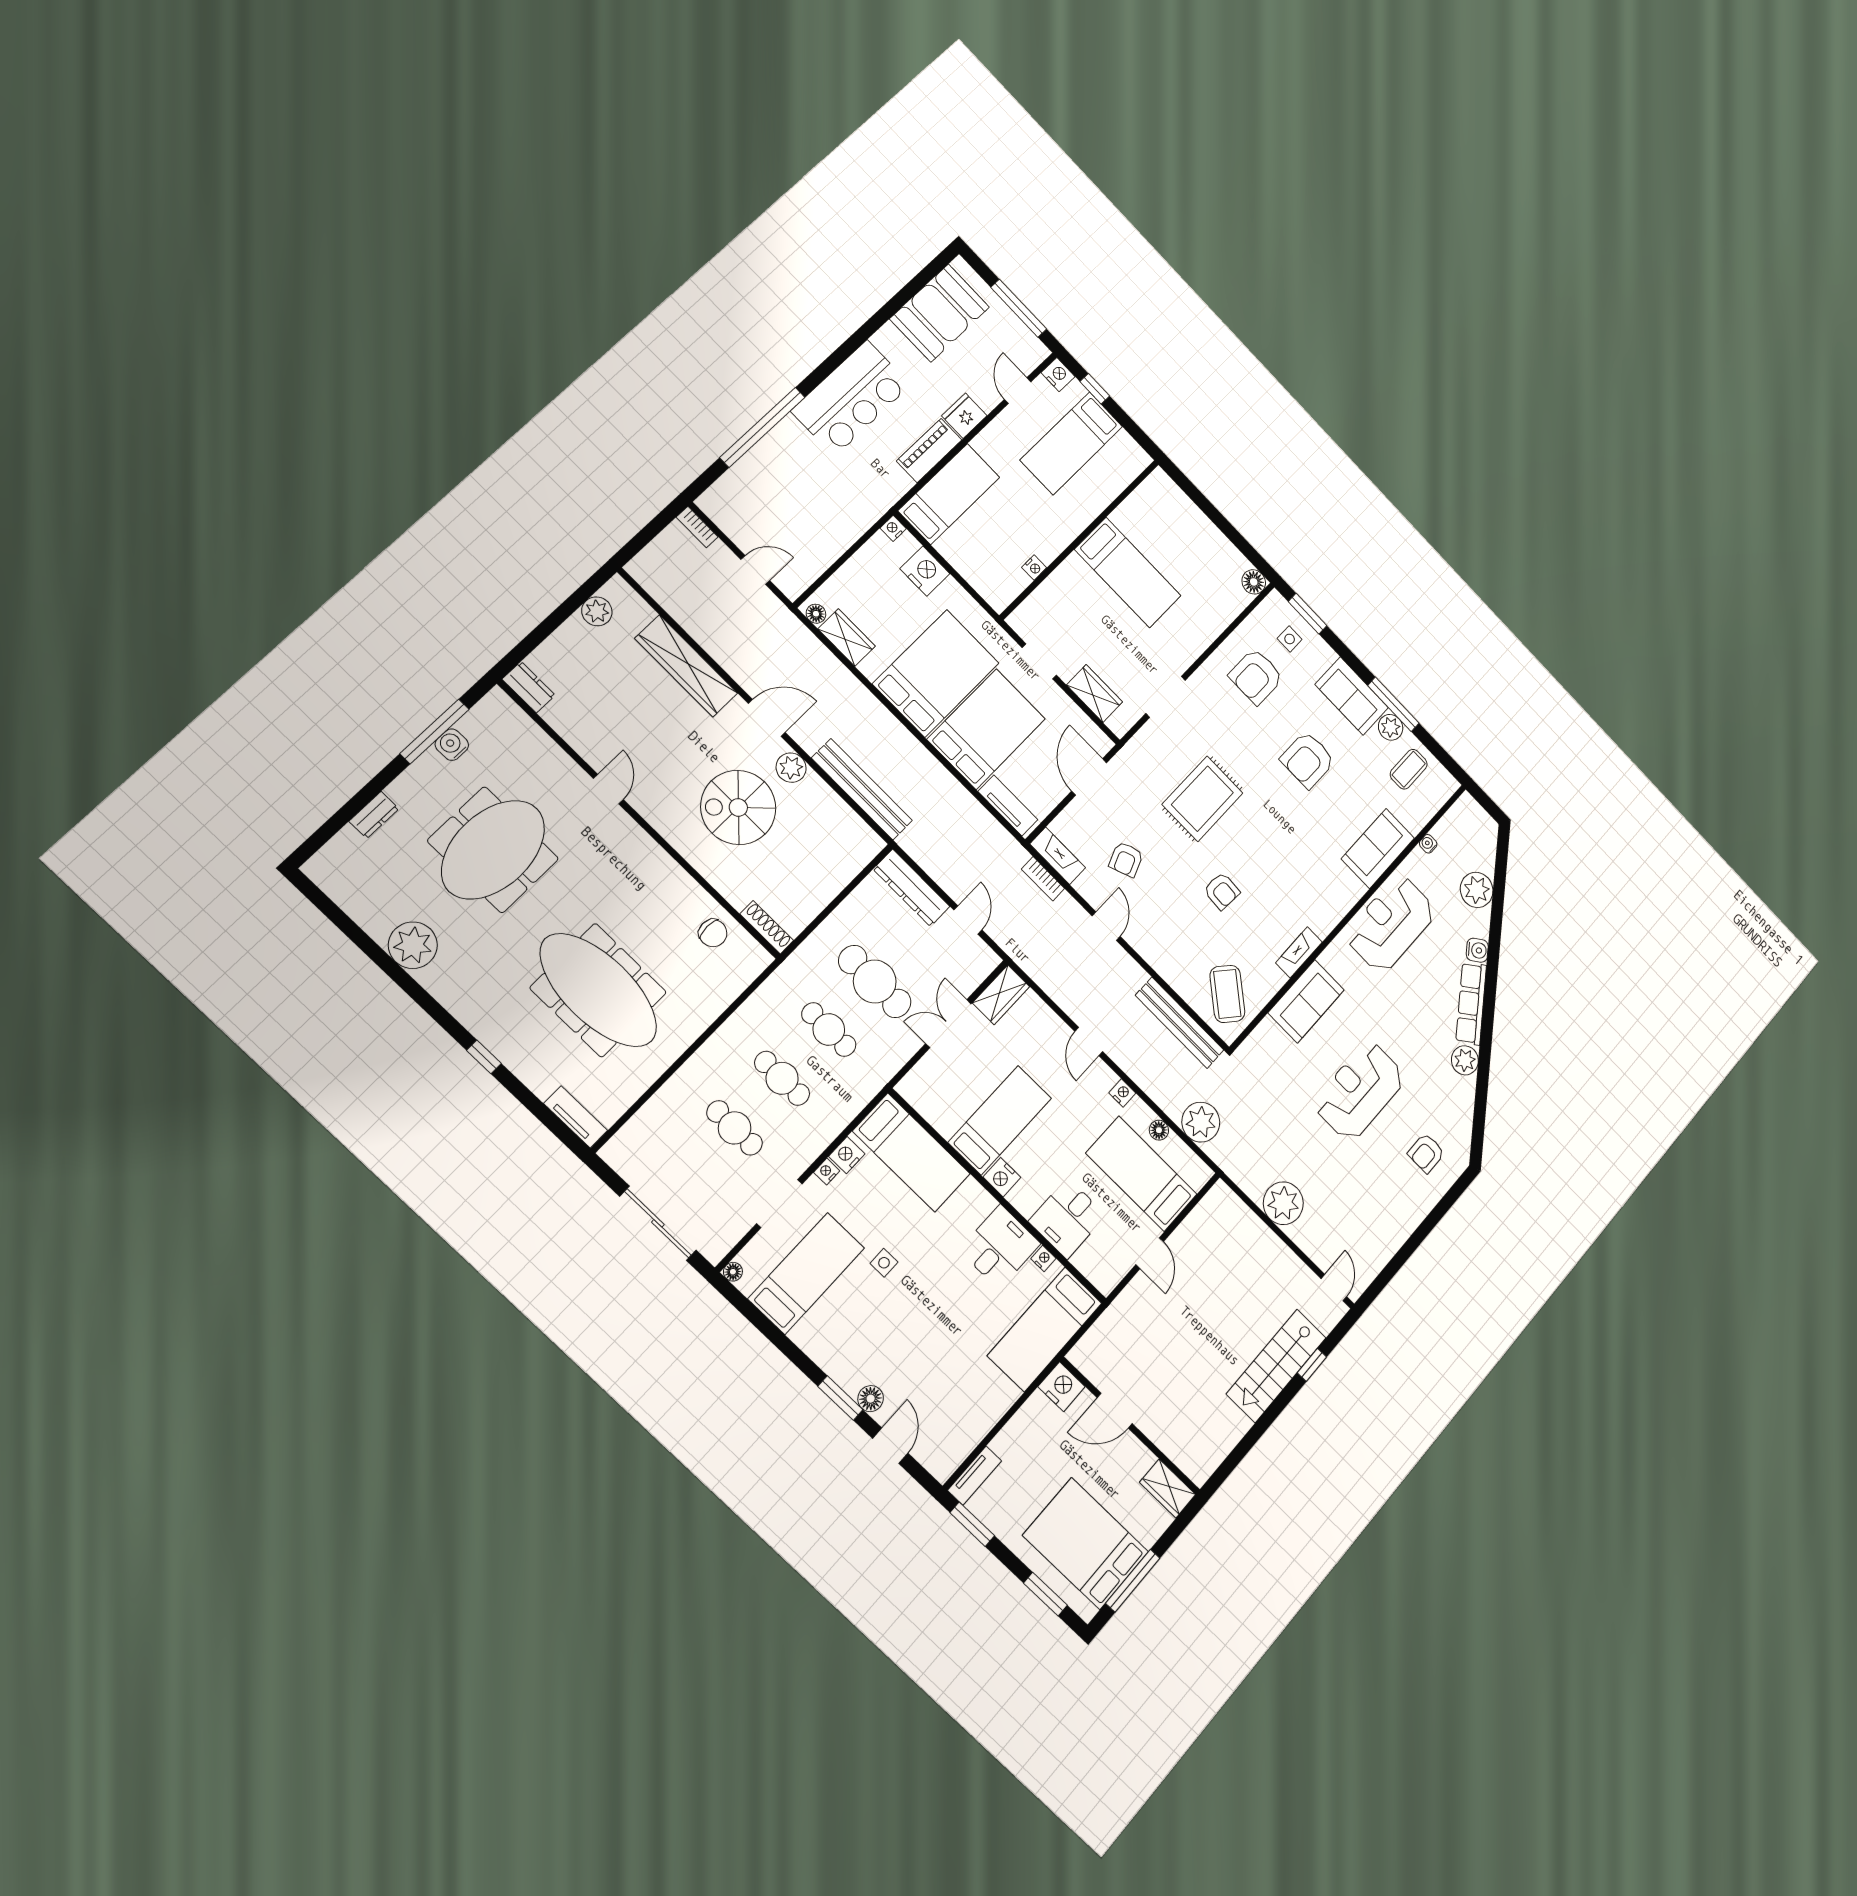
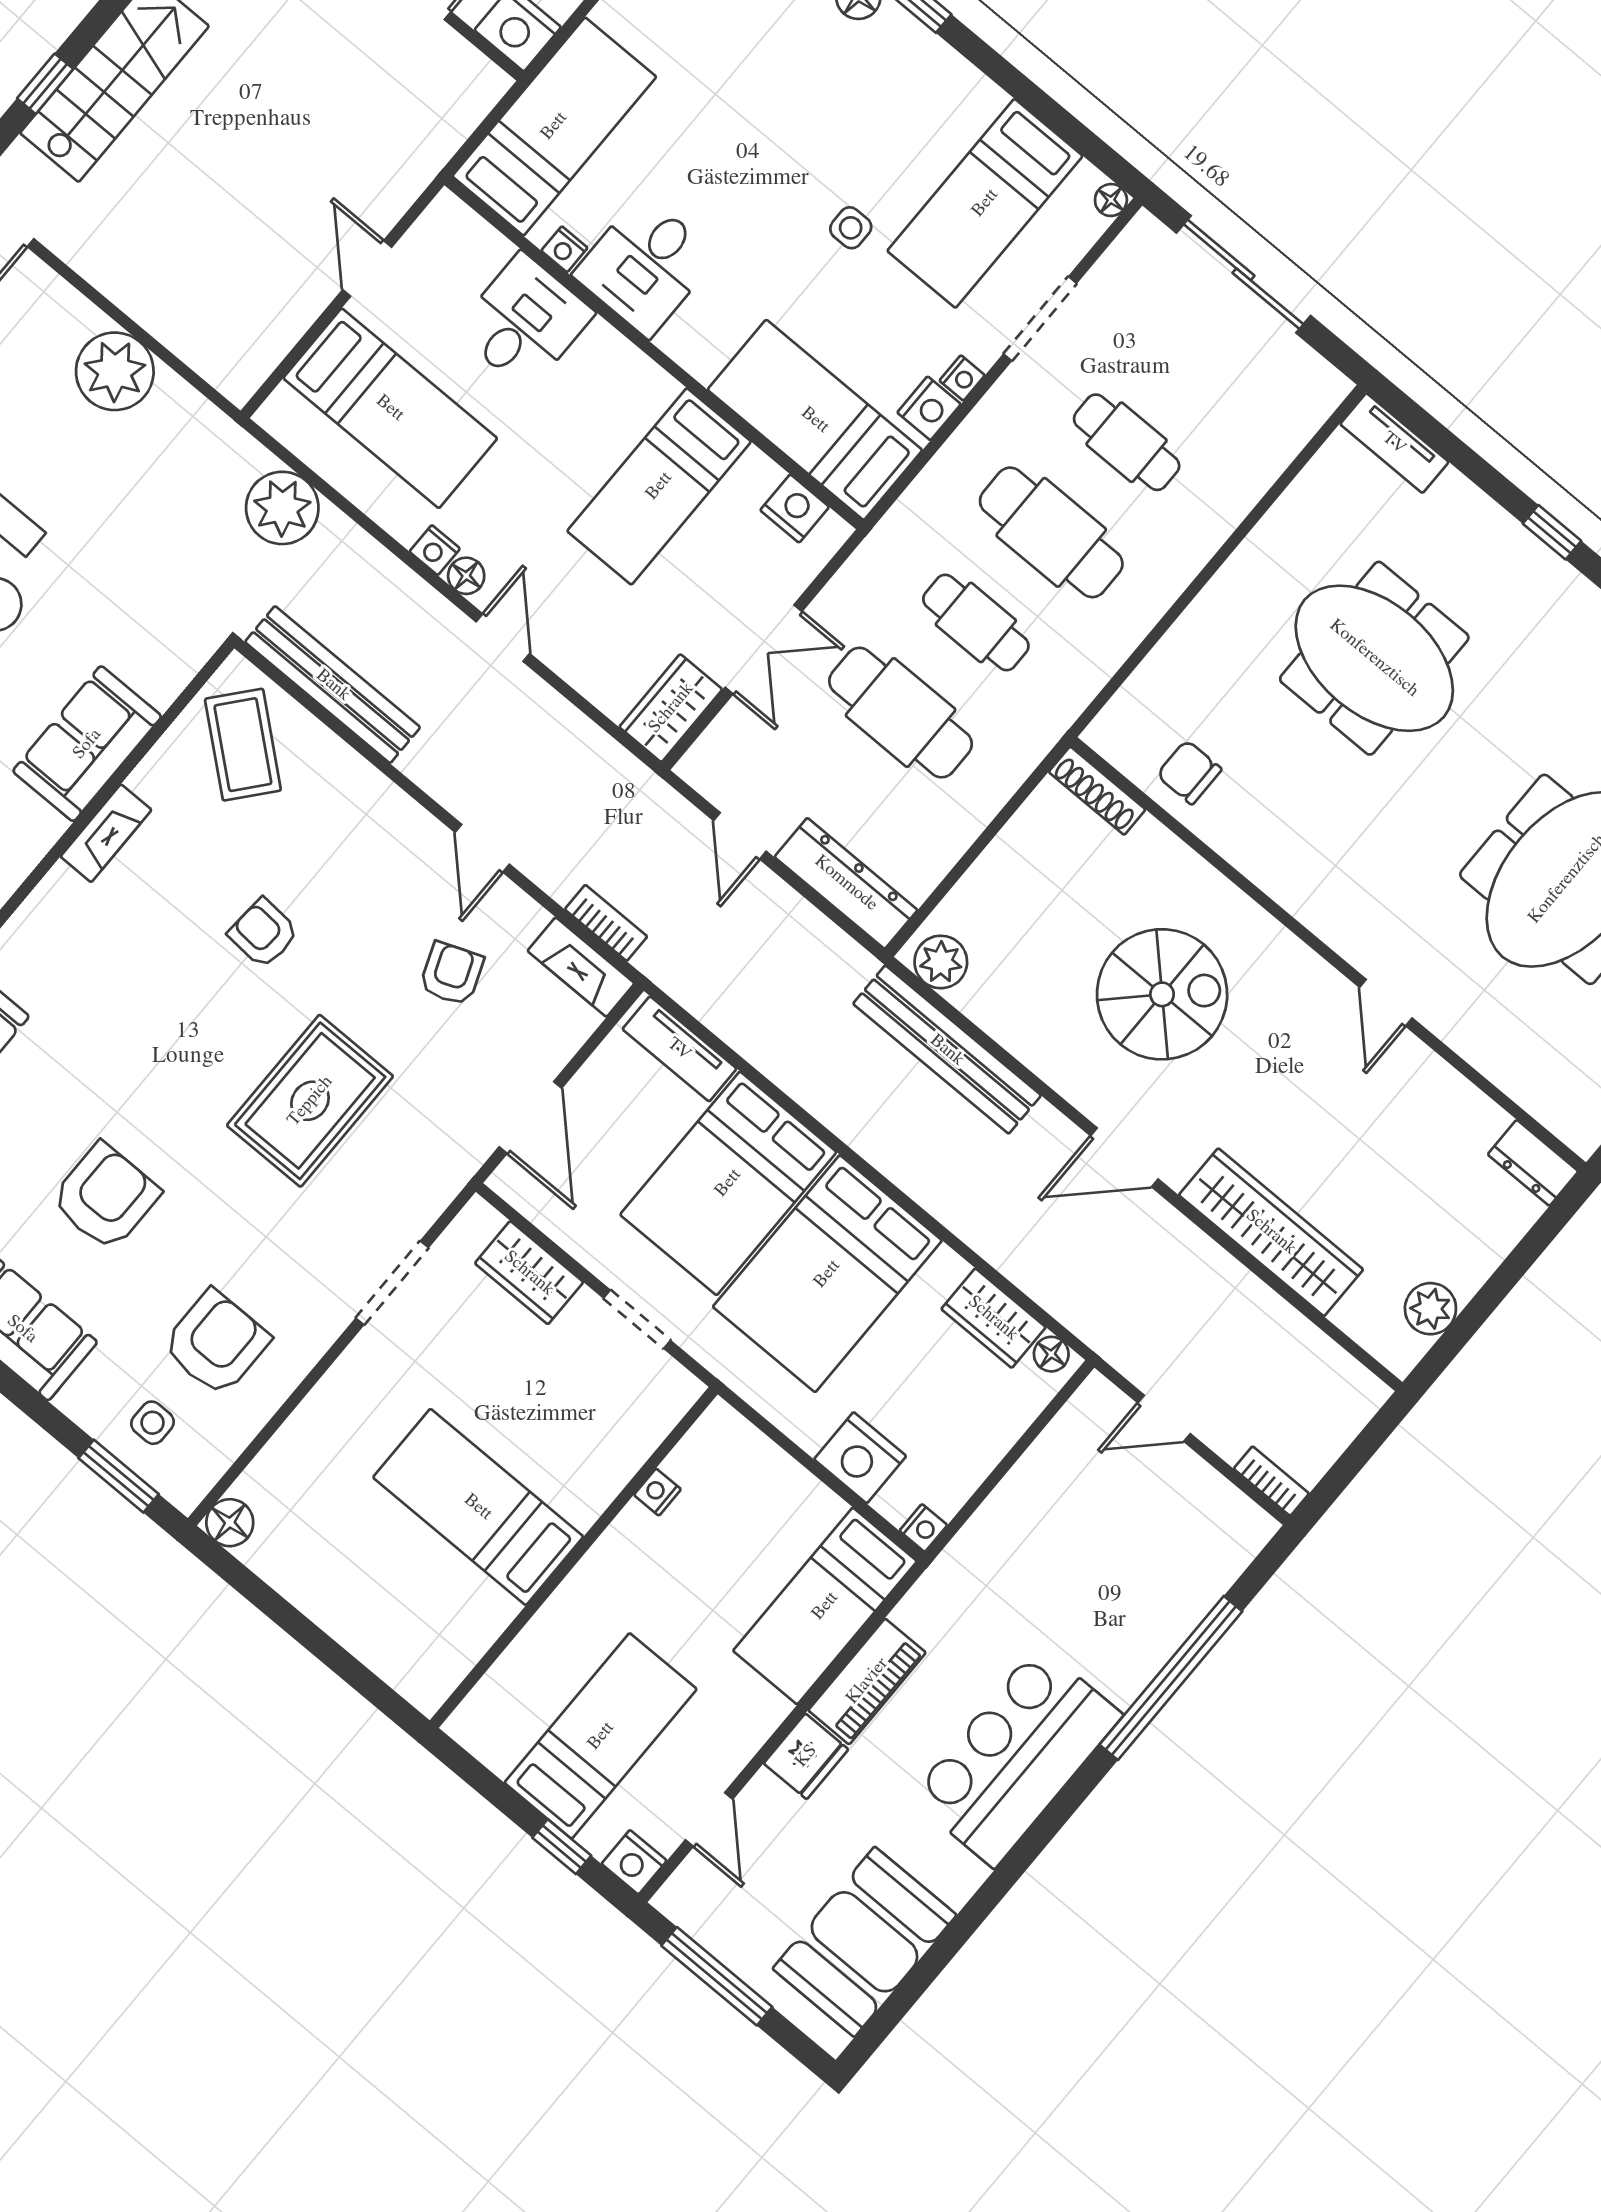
plant: (791, 768) -> (941, 962), moved
meeting table: (598, 990) -> (1374, 658), width x0.73
cafe table: (782, 1078) -> (1051, 532), width x1.37, depth x1.35
floor lamp: (1159, 1130) -> (466, 576), moved
nightstand: (1002, 1177) -> (795, 509), moved

